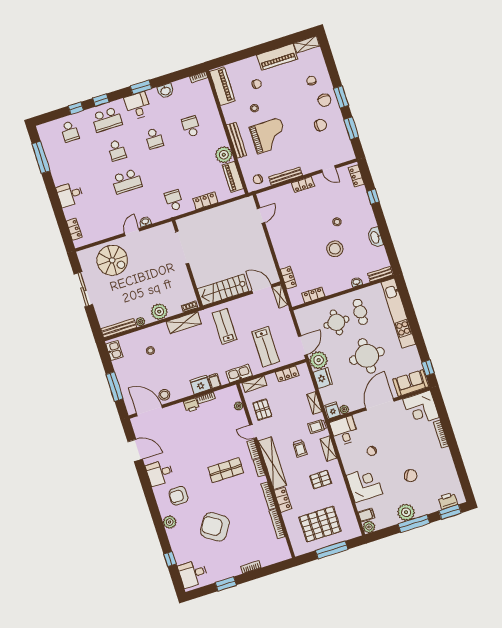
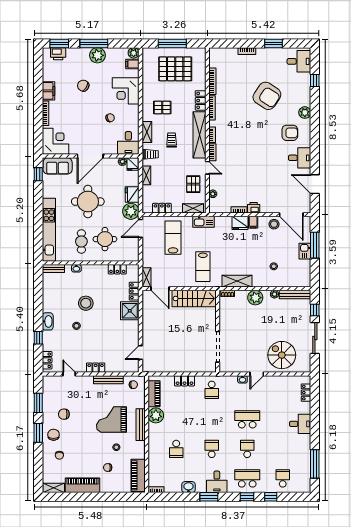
washbasin: (375, 237) -> (48, 321), moved
shower: (286, 256) -> (130, 311), added
window: (93, 319) -> (315, 310), added
kitchen sink: (114, 350) -> (305, 251), moved
filing cabinet: (214, 381) -> (253, 222), moved
filing cabinet: (445, 458) -> (48, 91), added
shop shelf: (226, 470) -> (242, 142), removed

